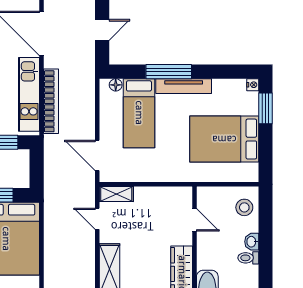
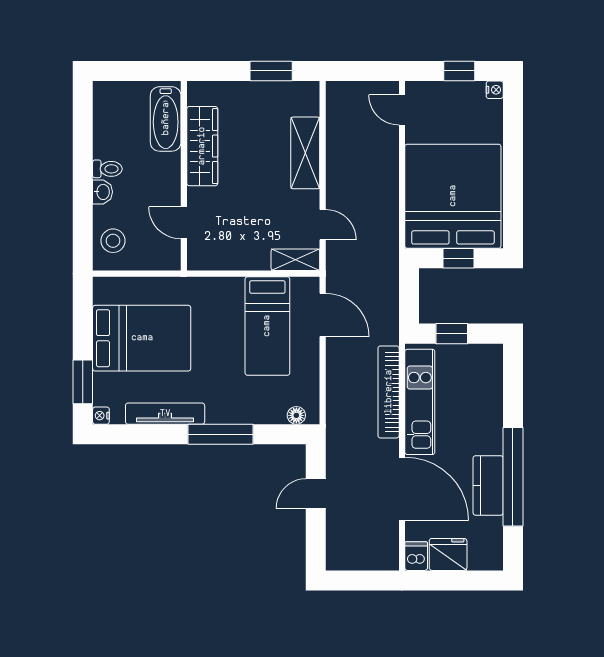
tv unit: (184, 86) -> (165, 414), moved
bed: (139, 113) -> (267, 326), moved, turned 180

